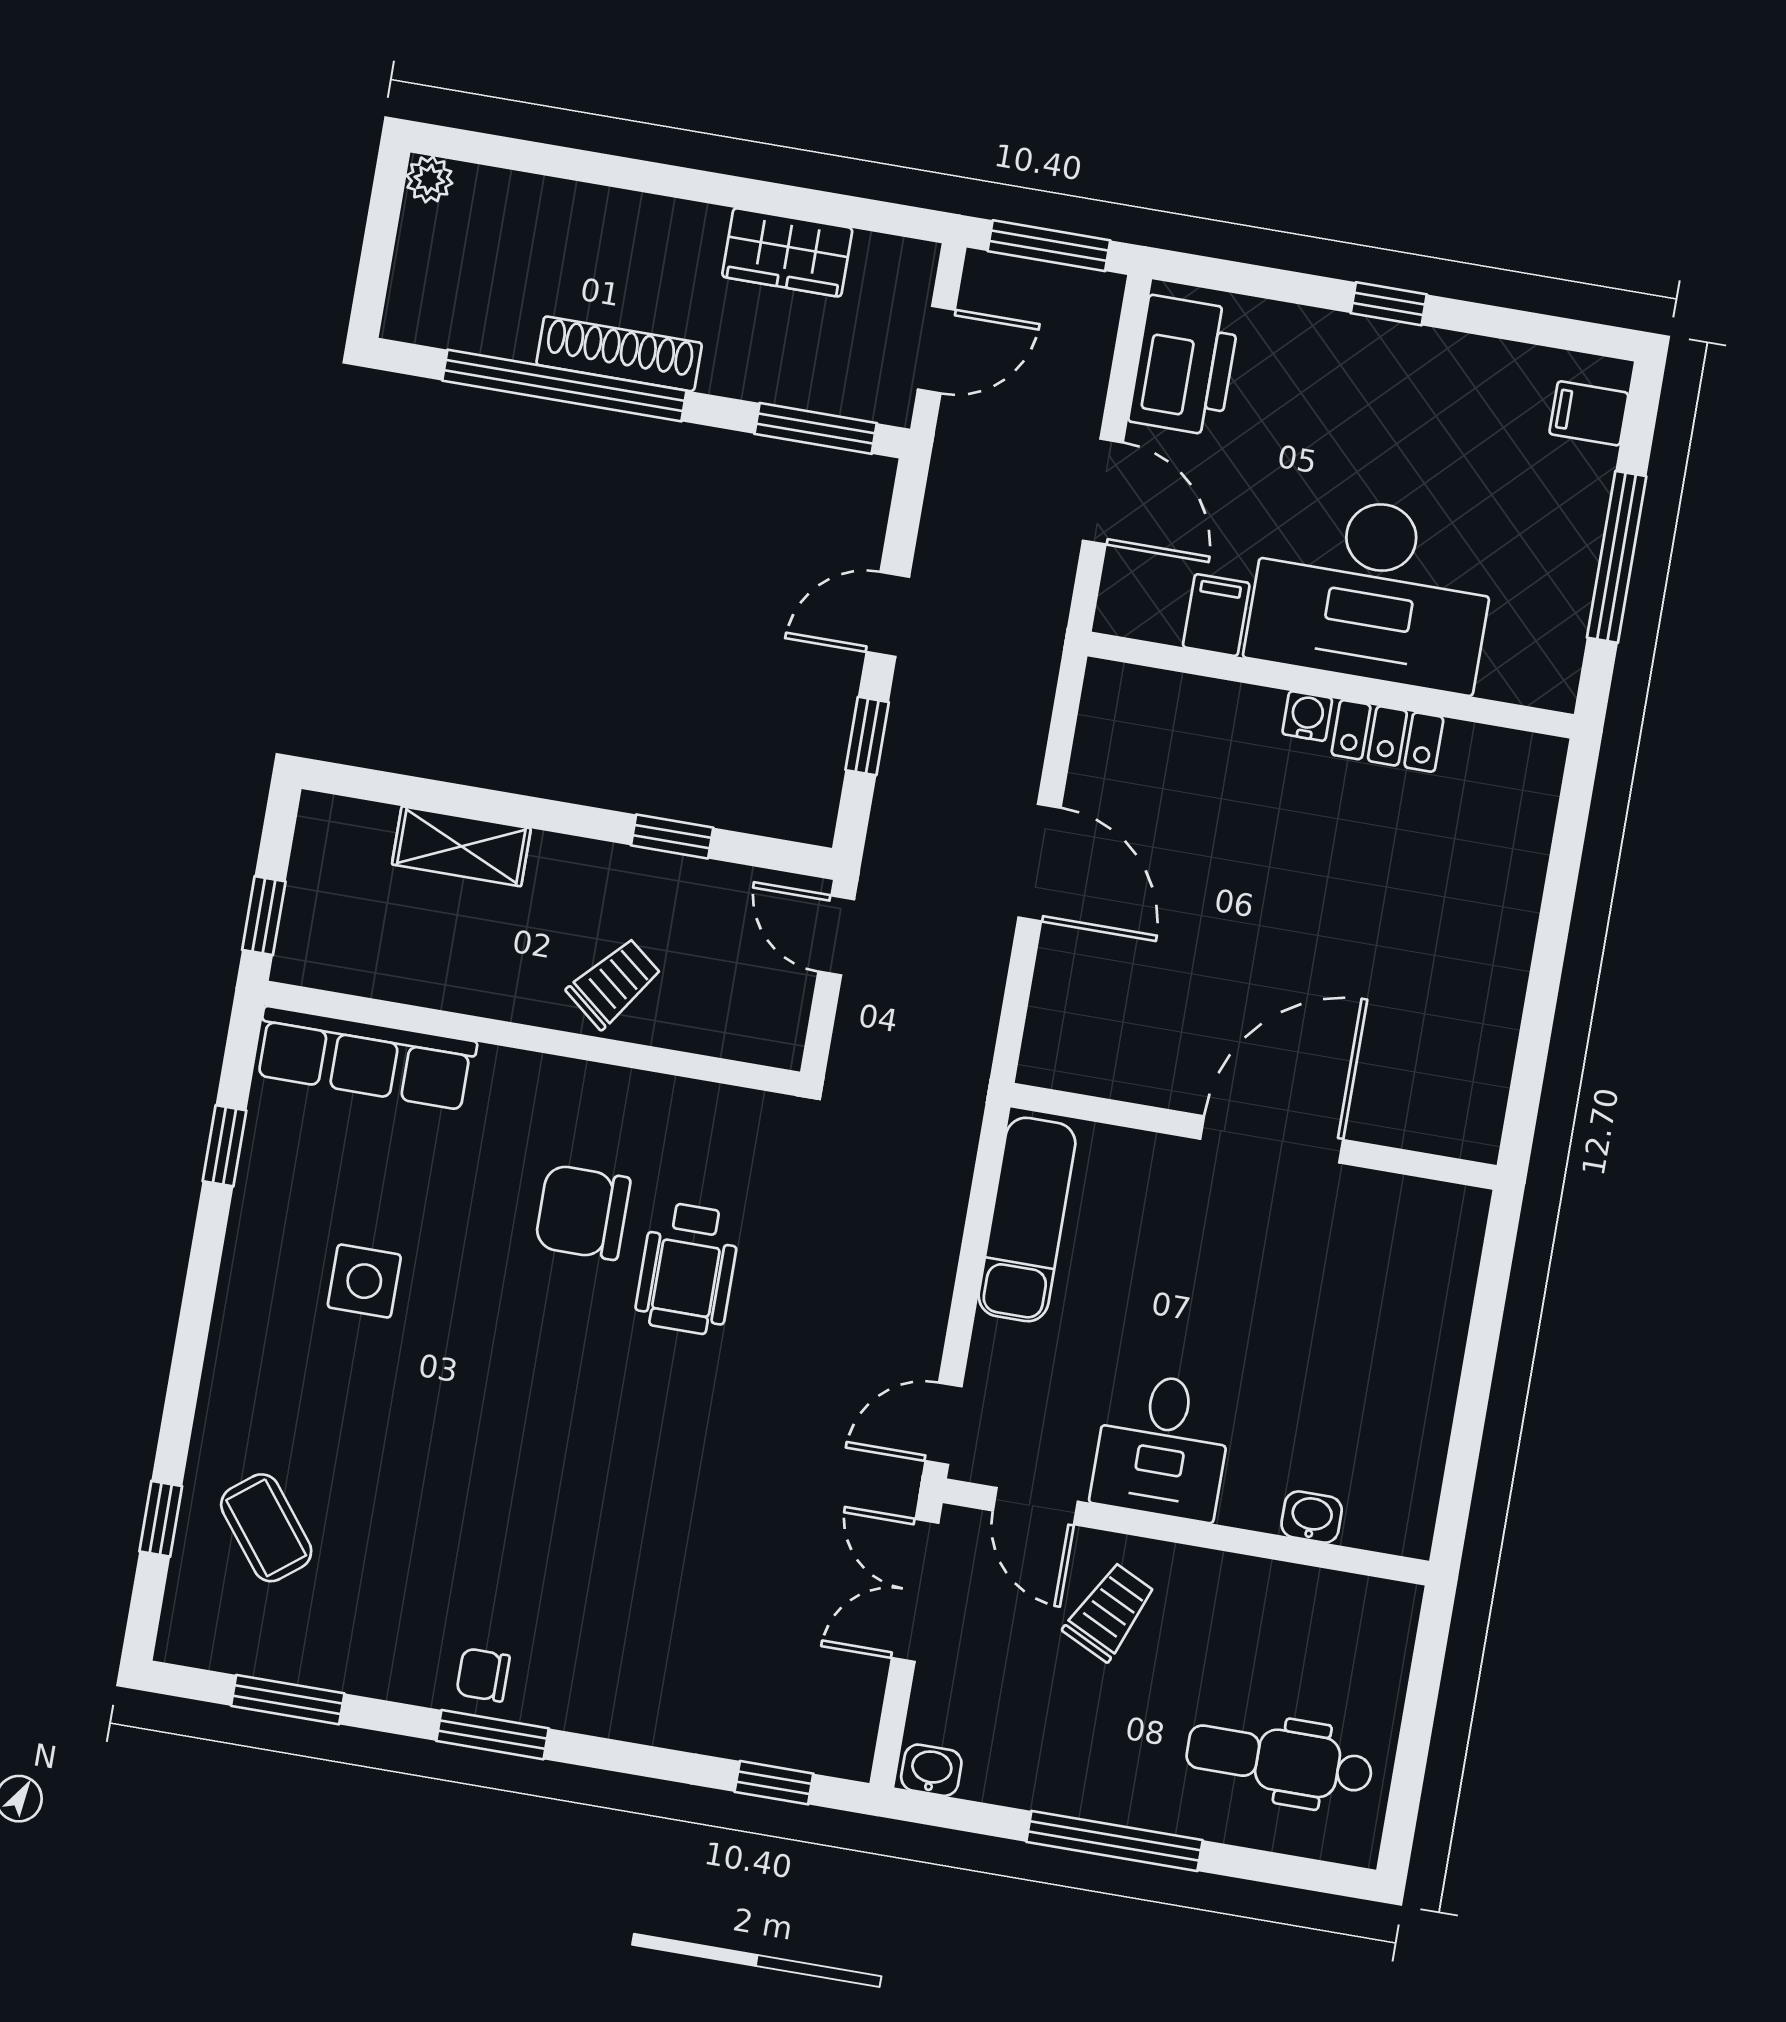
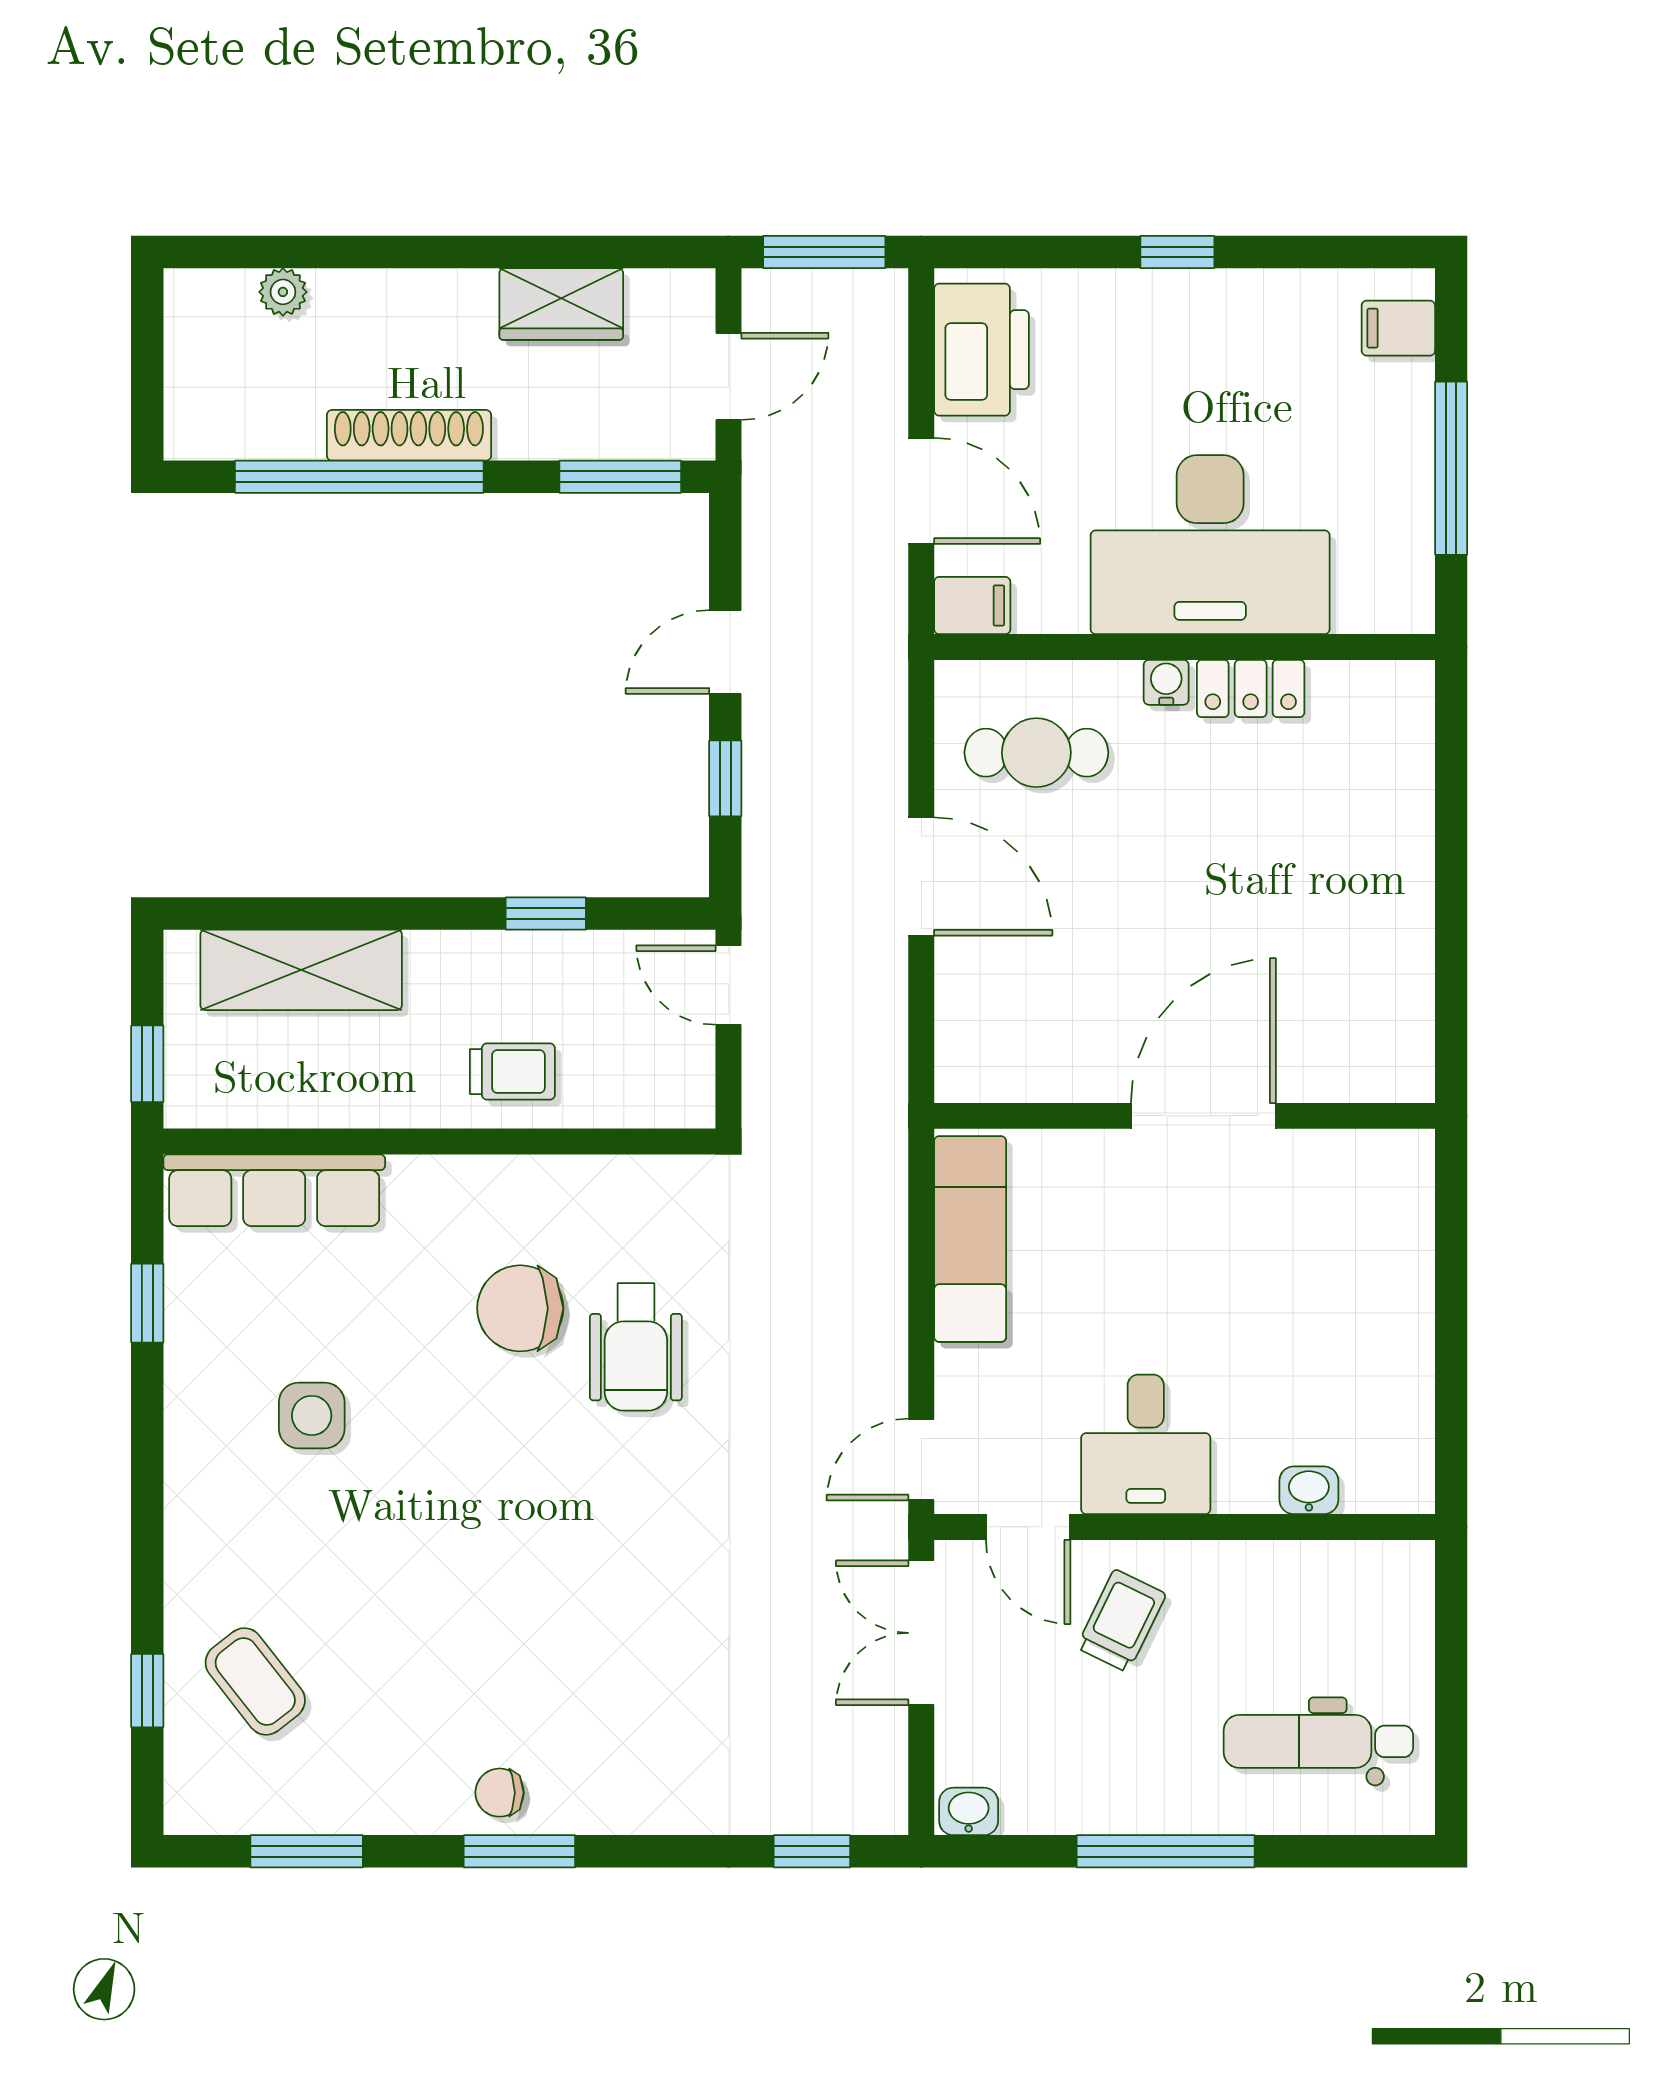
plant: (429, 179) -> (283, 292), moved
filing cabinet: (1216, 615) -> (972, 606), moved, turned 90
cafe table: (1171, 762) -> (1036, 753), added
shelving: (461, 846) -> (301, 970), width x1.50, depth x1.33
trolley: (614, 983) -> (512, 1072), turned 51

